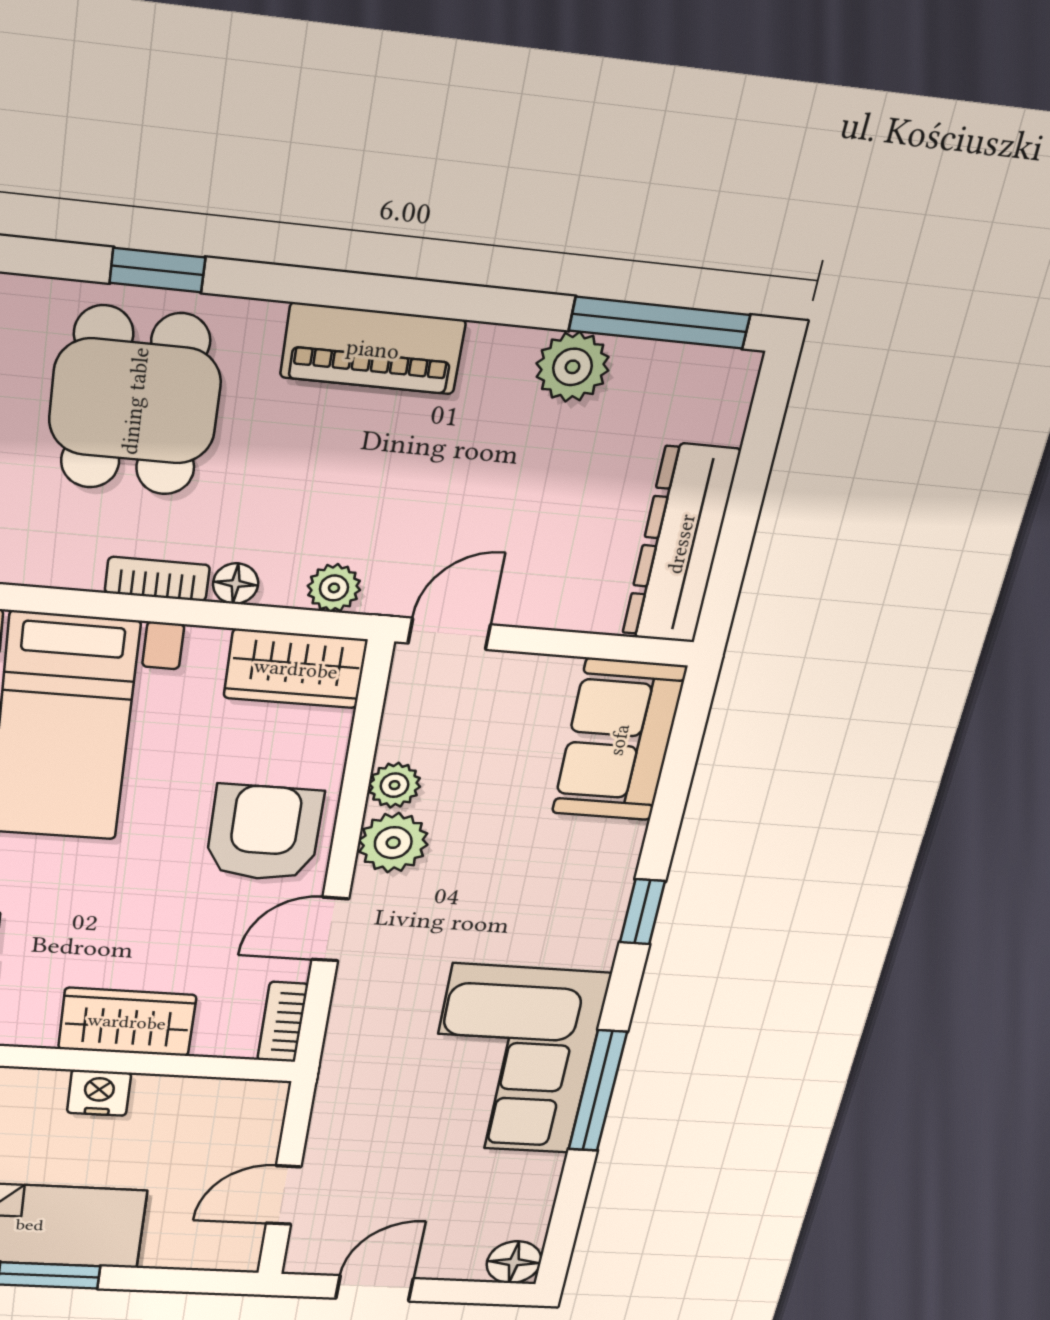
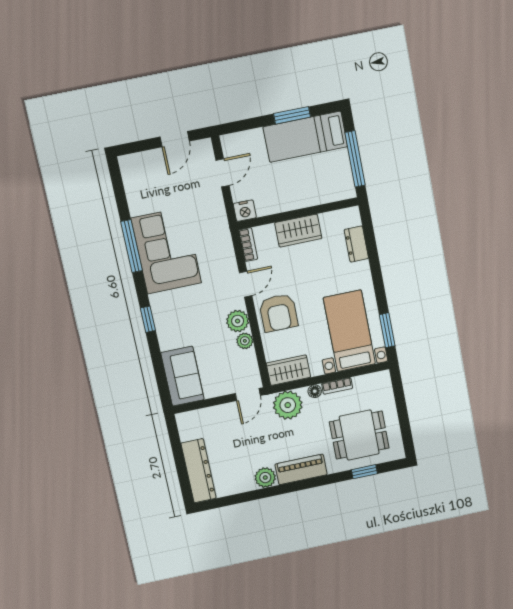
window: (660, 323) -> (227, 501), removed
plant: (573, 367) -> (265, 478), moved
dining table: (135, 401) -> (359, 435), turned 90
dresser: (681, 544) -> (199, 471), moved
plant: (334, 588) -> (288, 405), width x1.87, depth x1.87
nightstand: (99, 1093) -> (245, 211), moved
floor lamp: (514, 1262) -> (129, 164), removed

